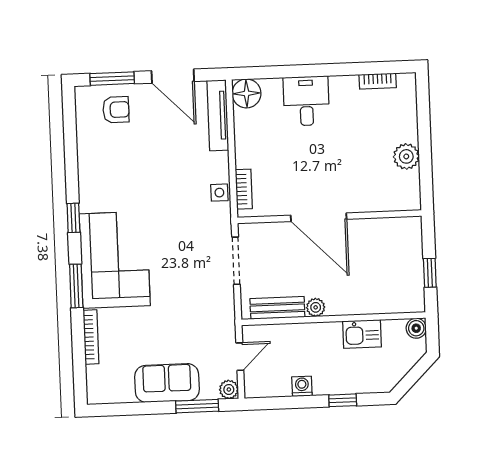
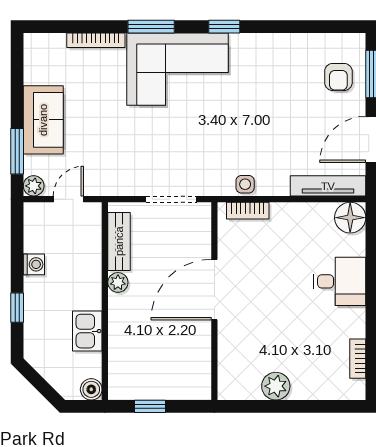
door: (240, 357) -> (68, 199), swing flipped

